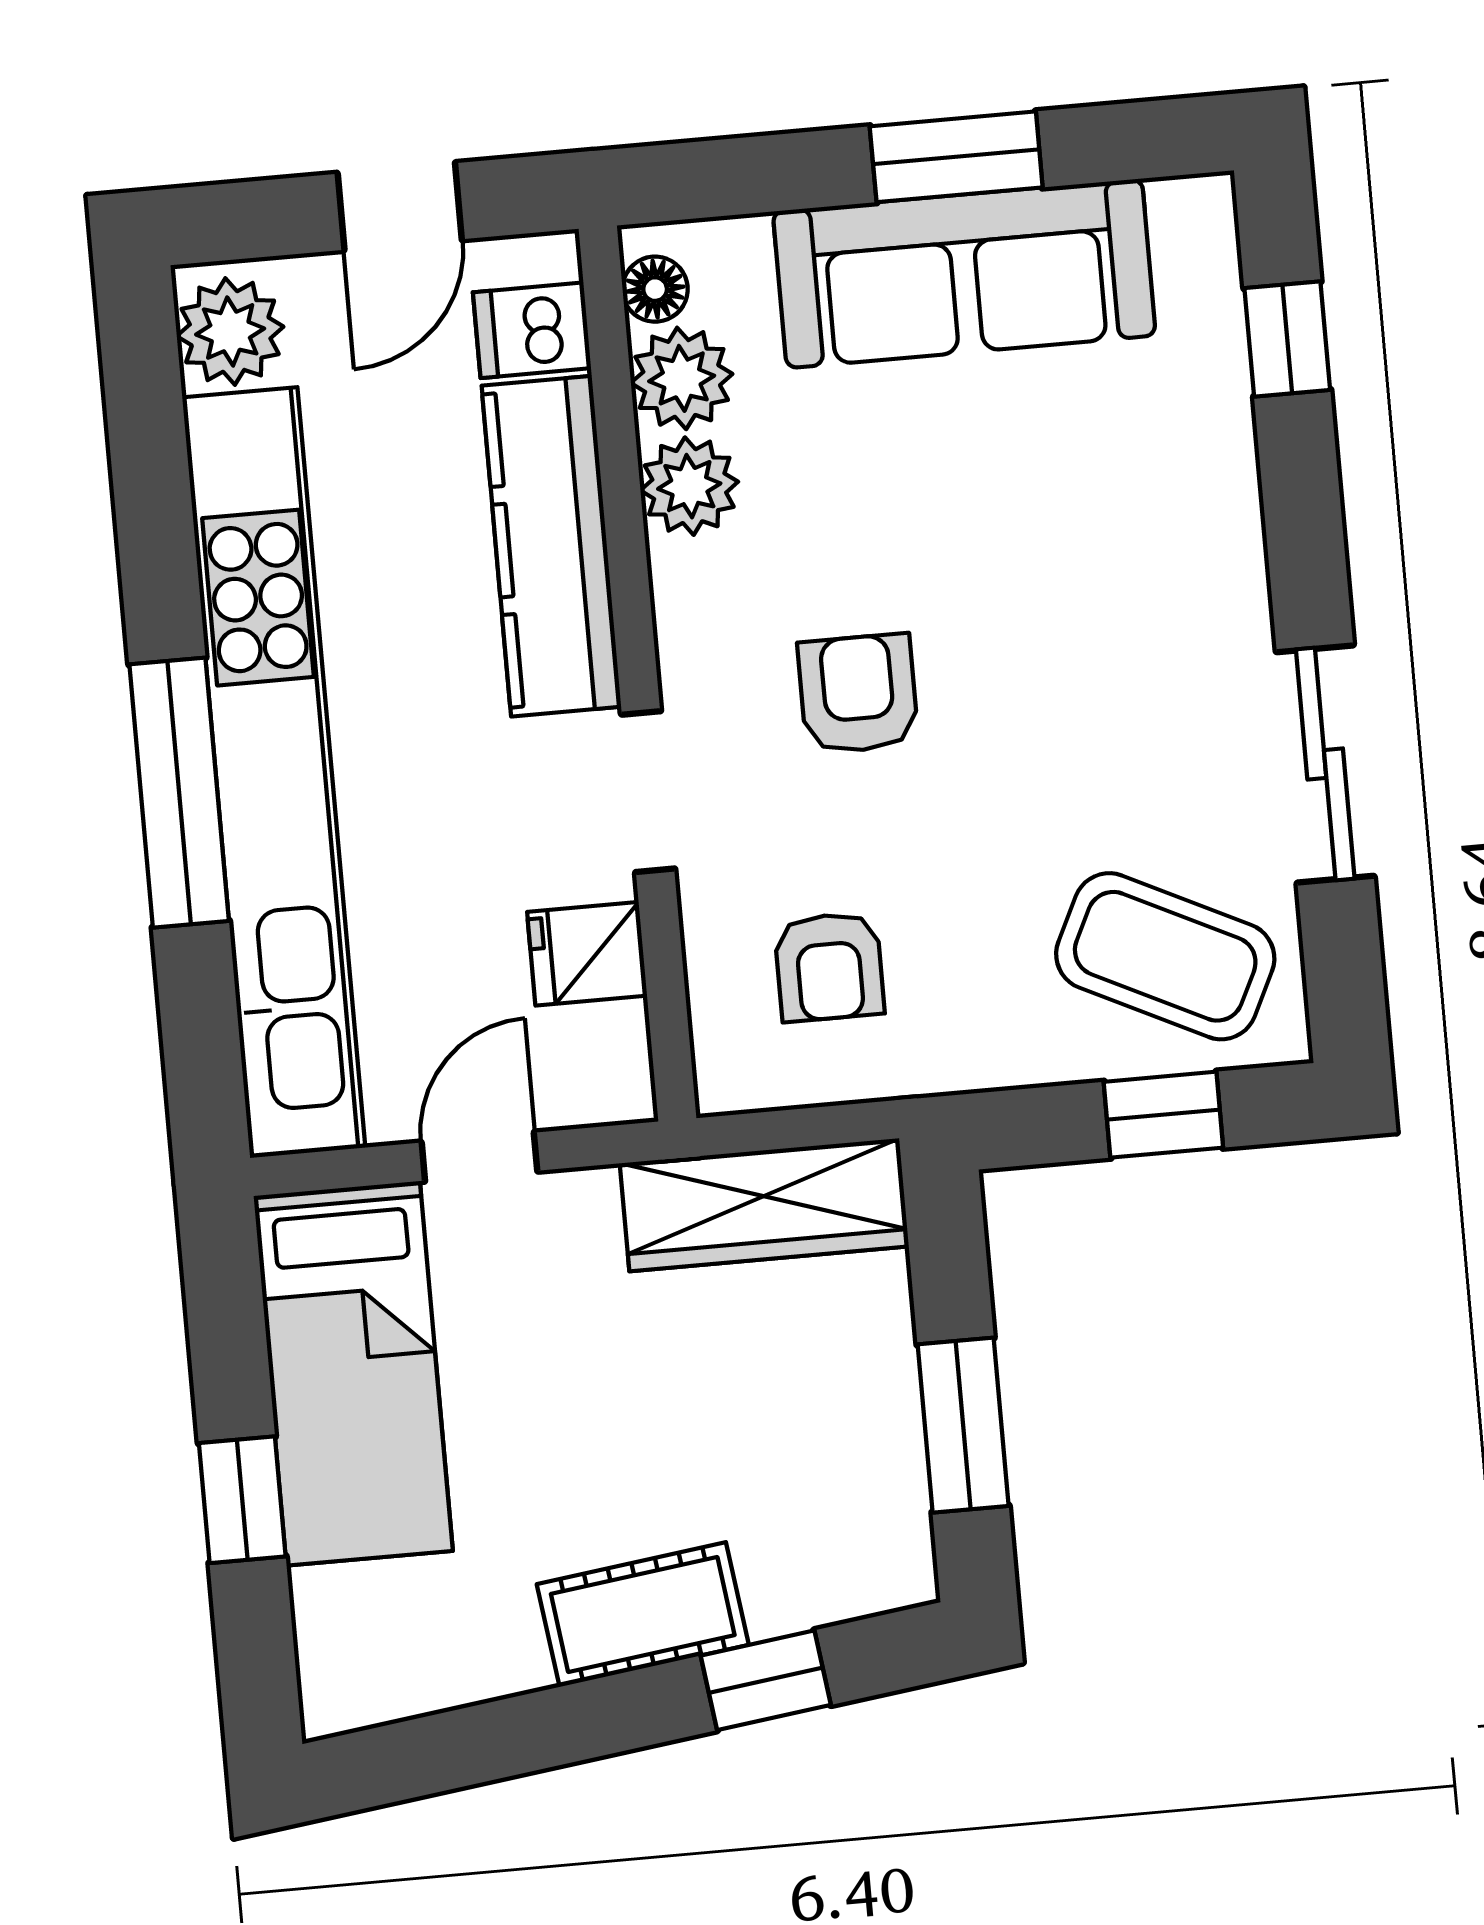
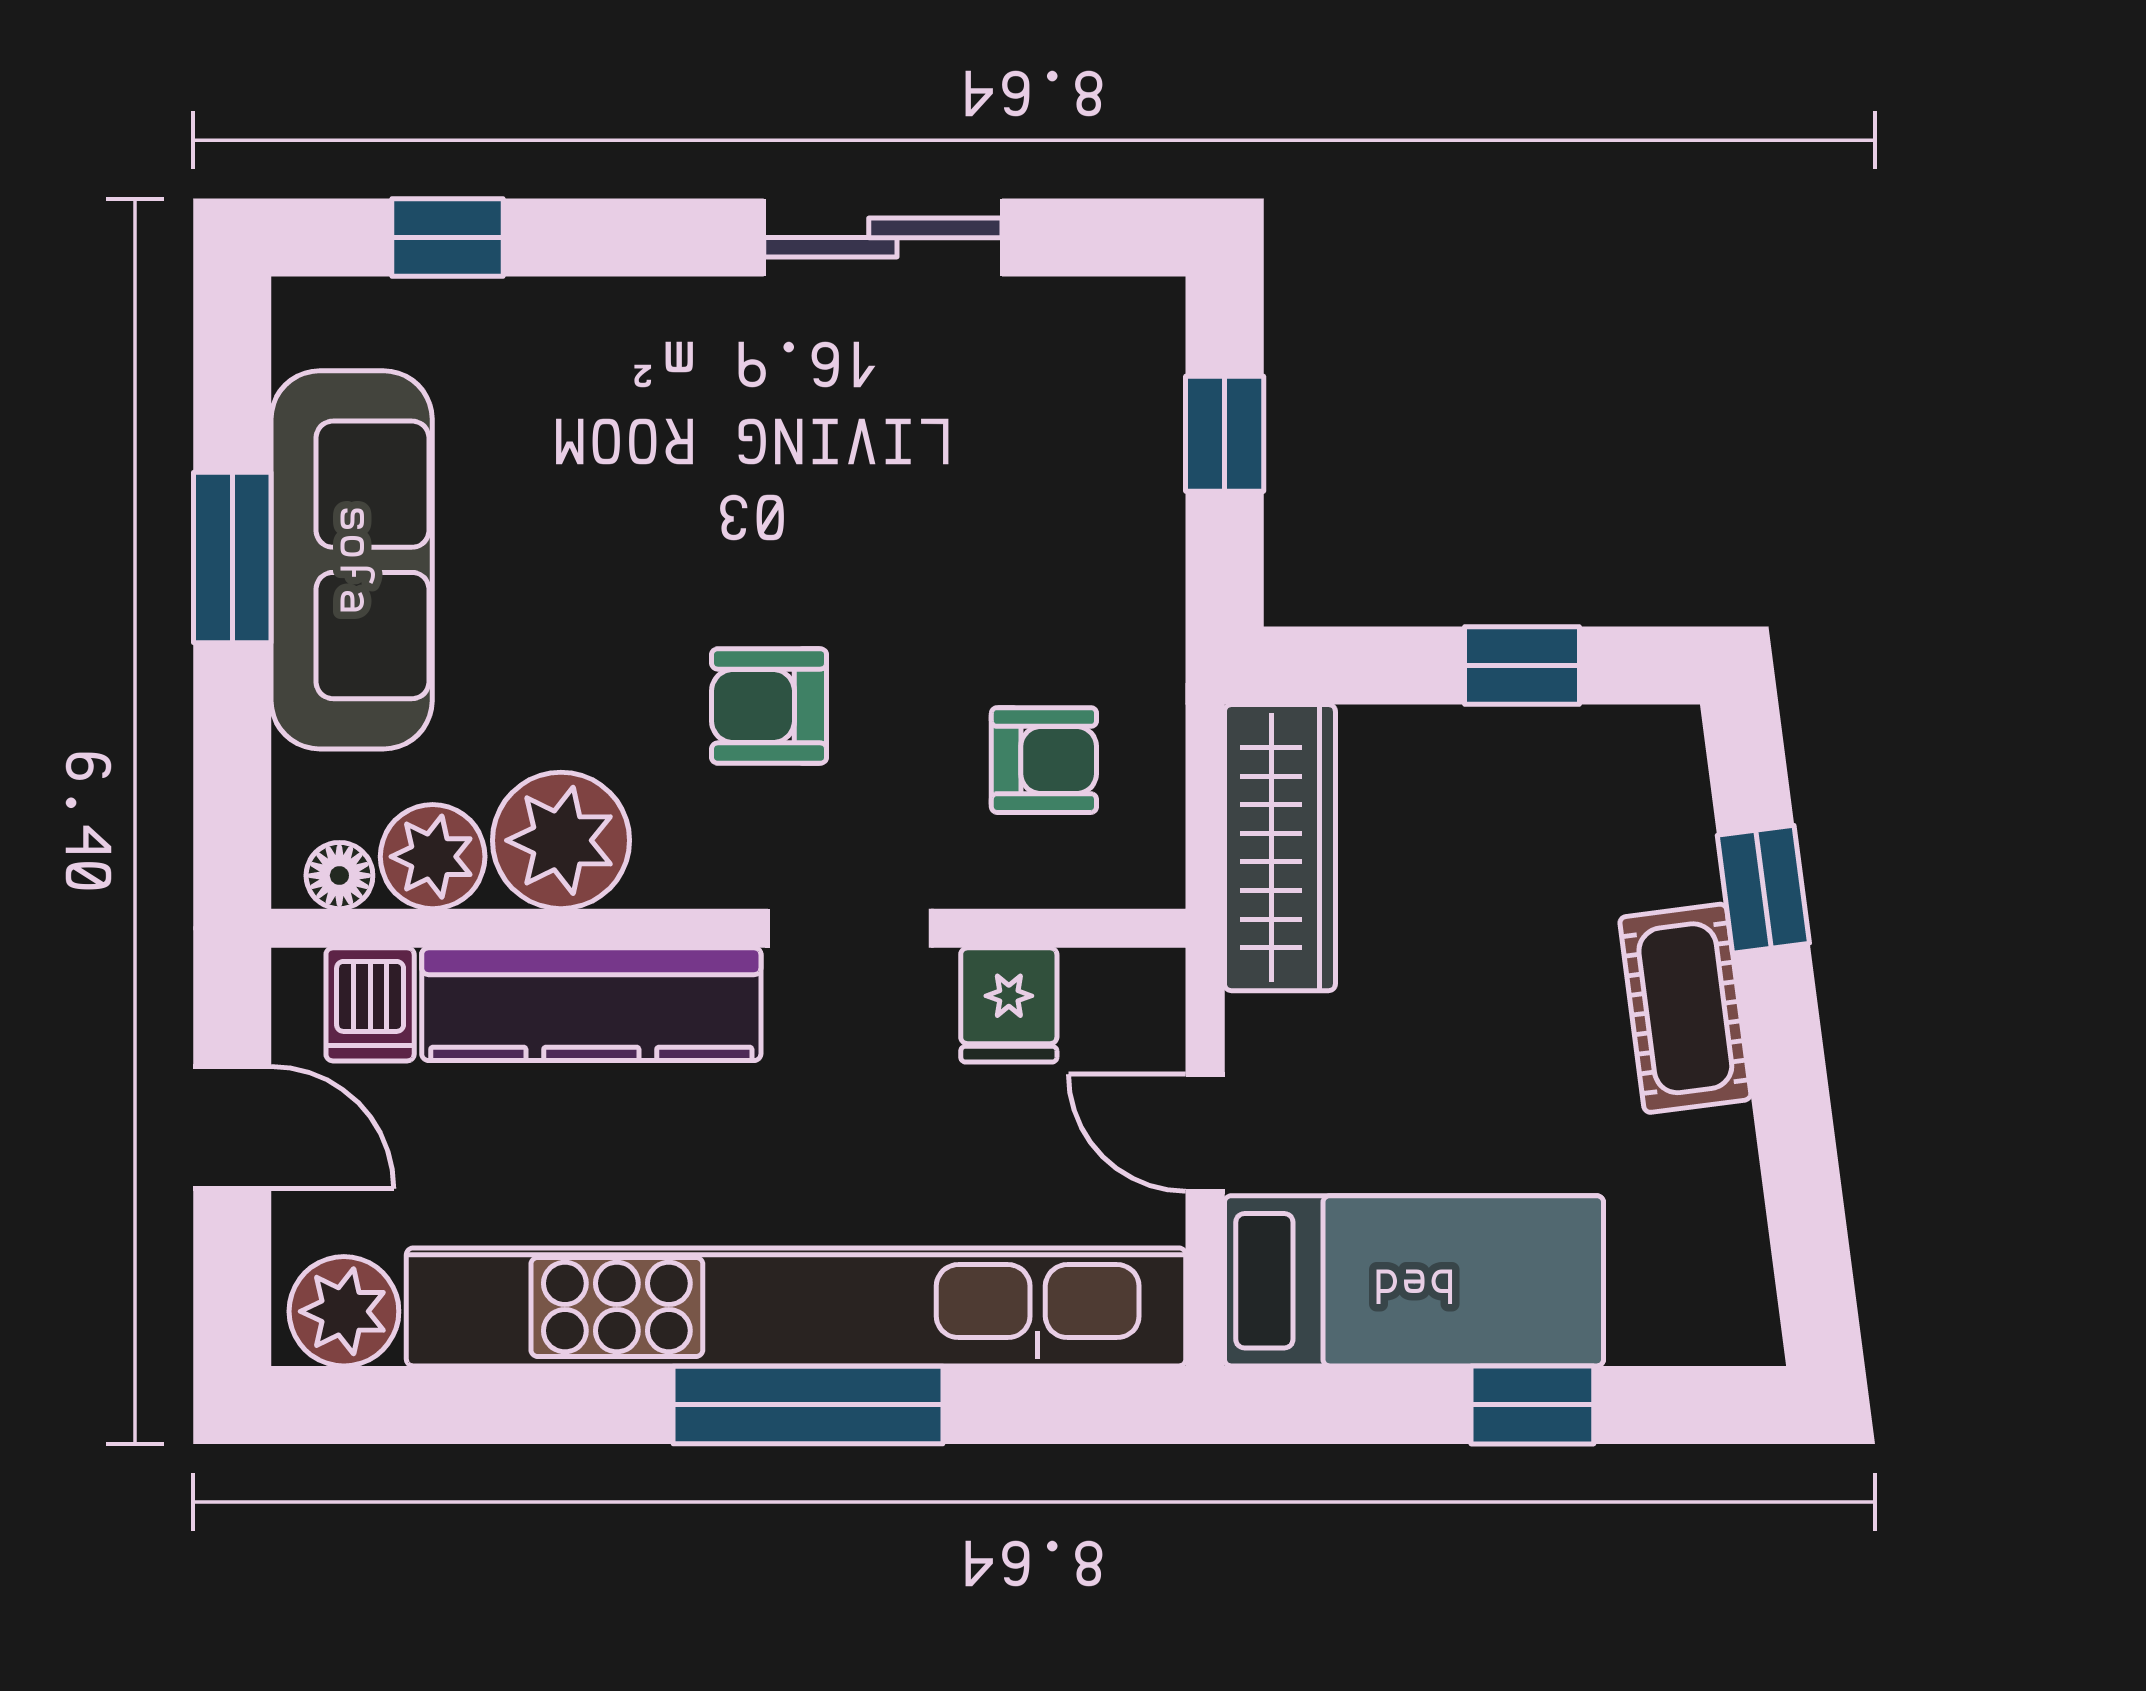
plant: (689, 486) -> (561, 840), width x1.36, depth x1.36
coffee table: (1165, 956) -> (1064, 418), removed
window: (963, 1425) -> (1522, 666), width x0.67

